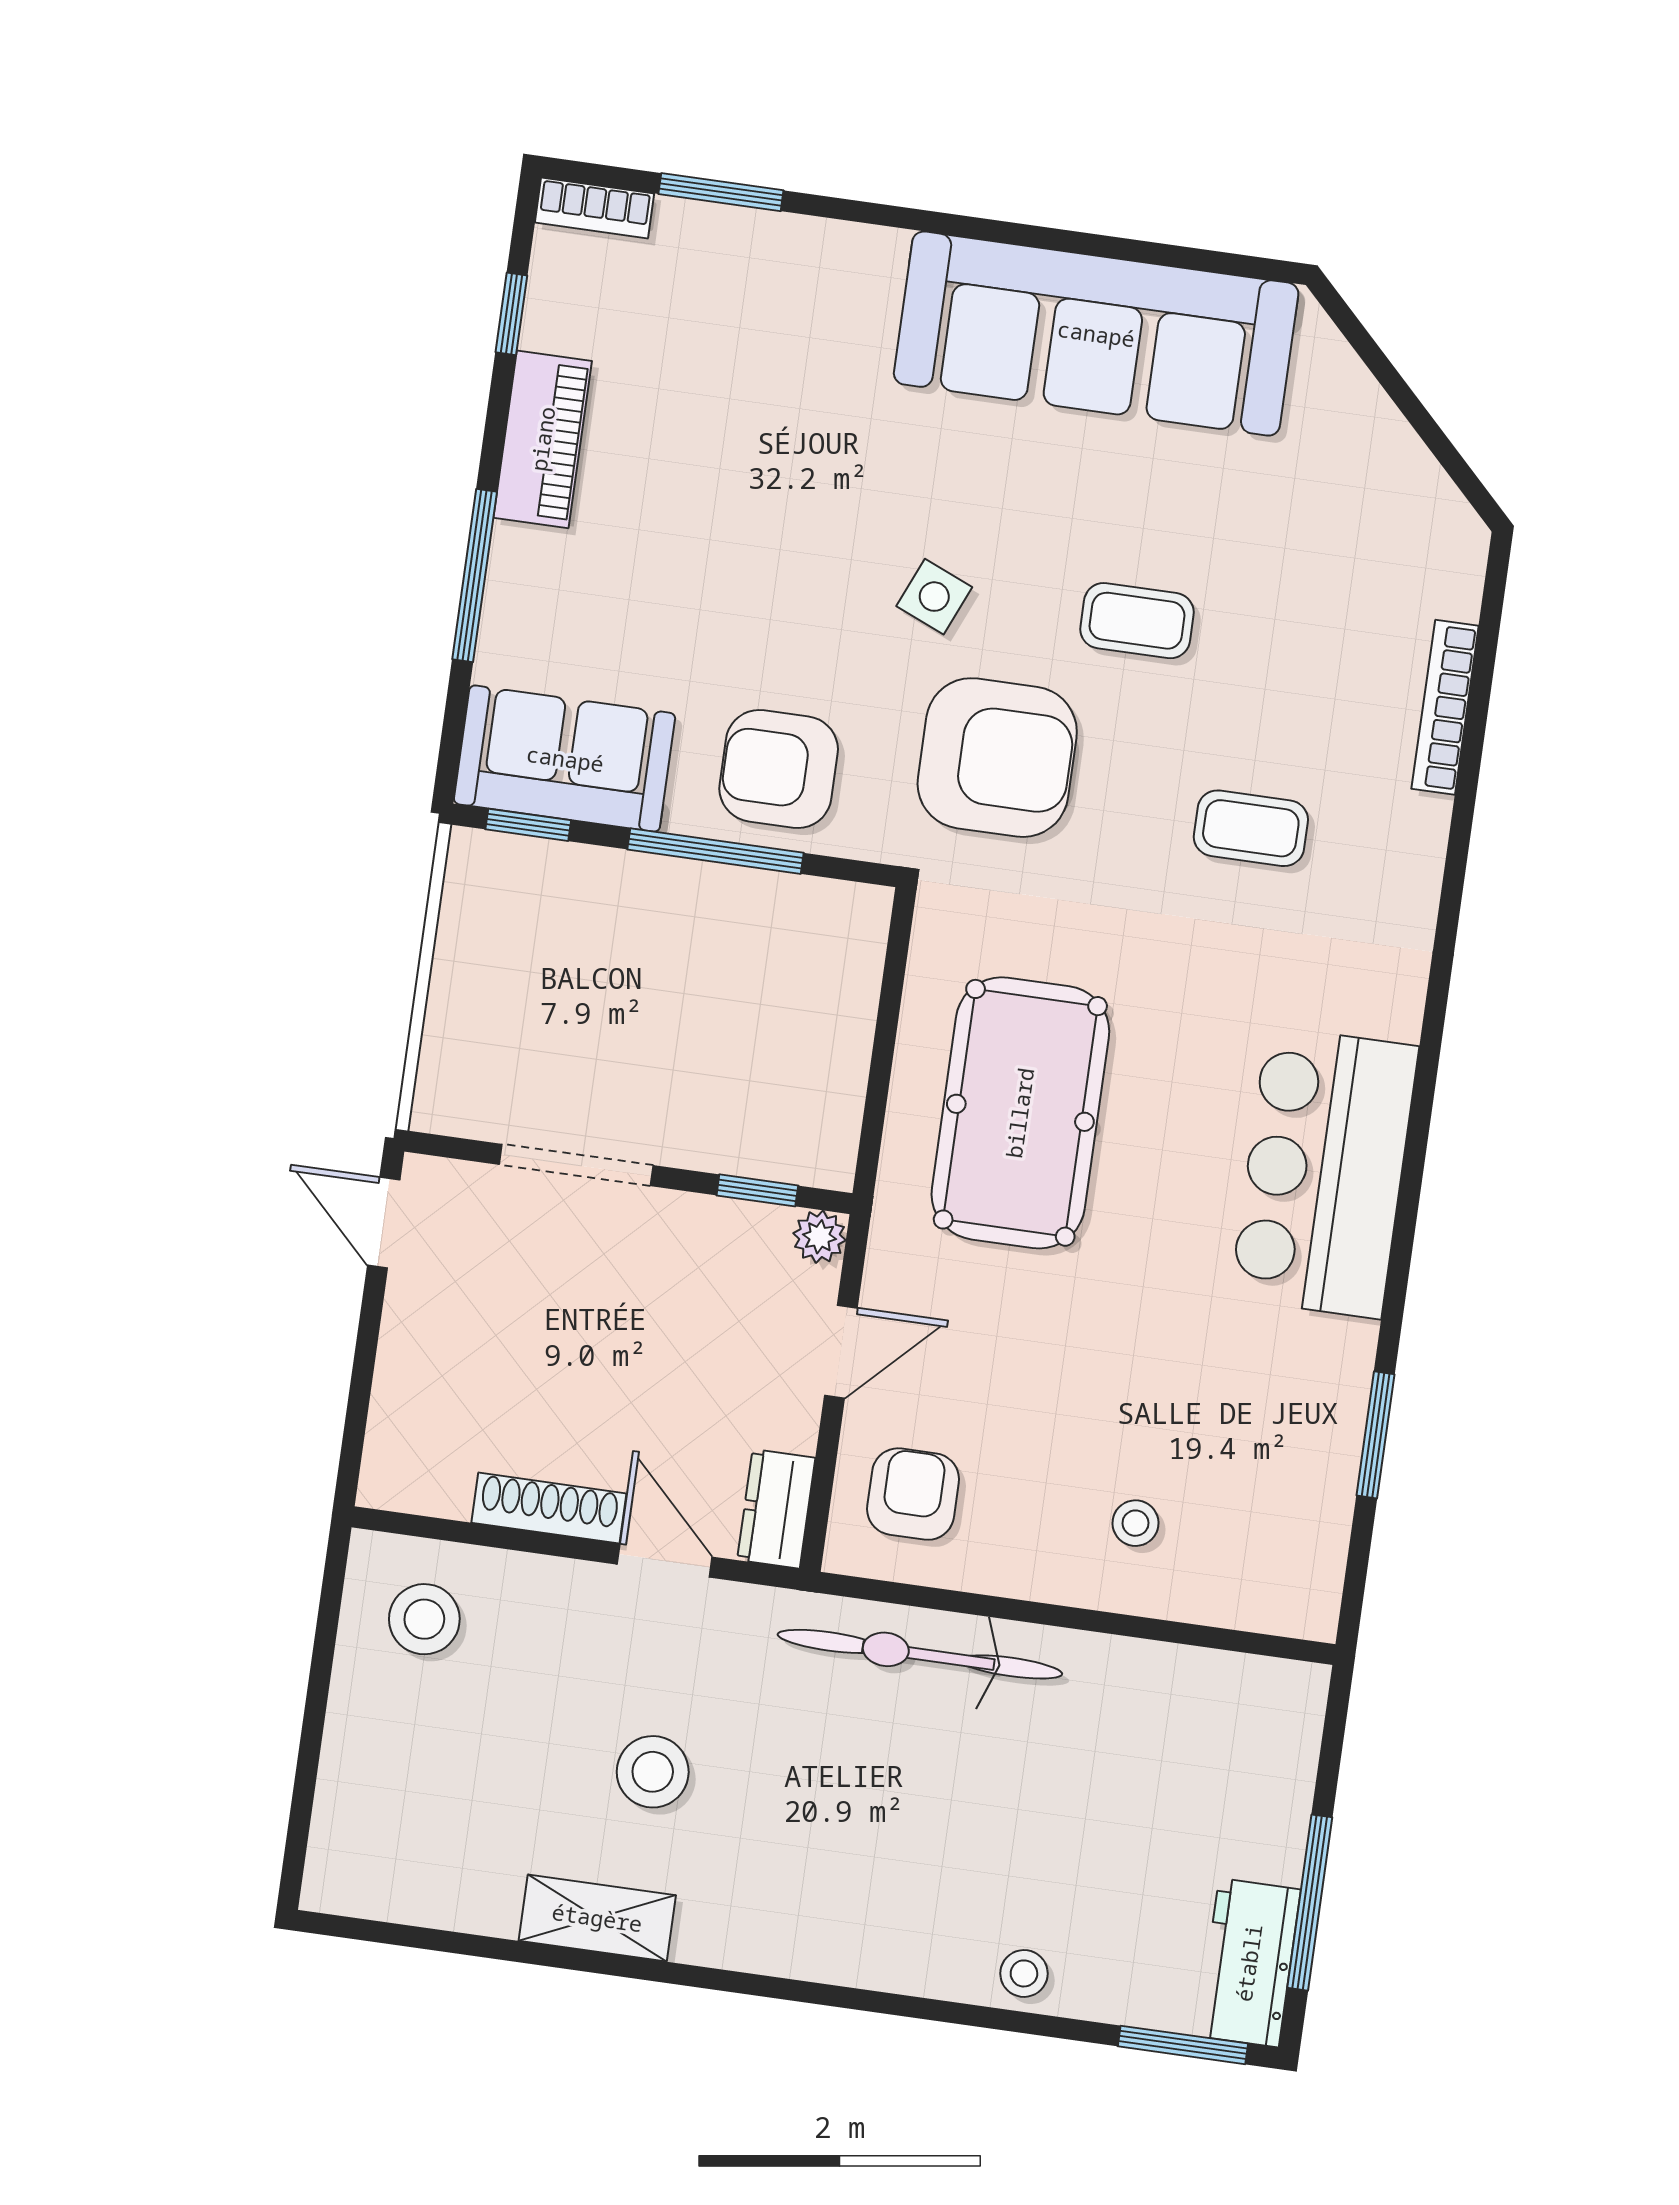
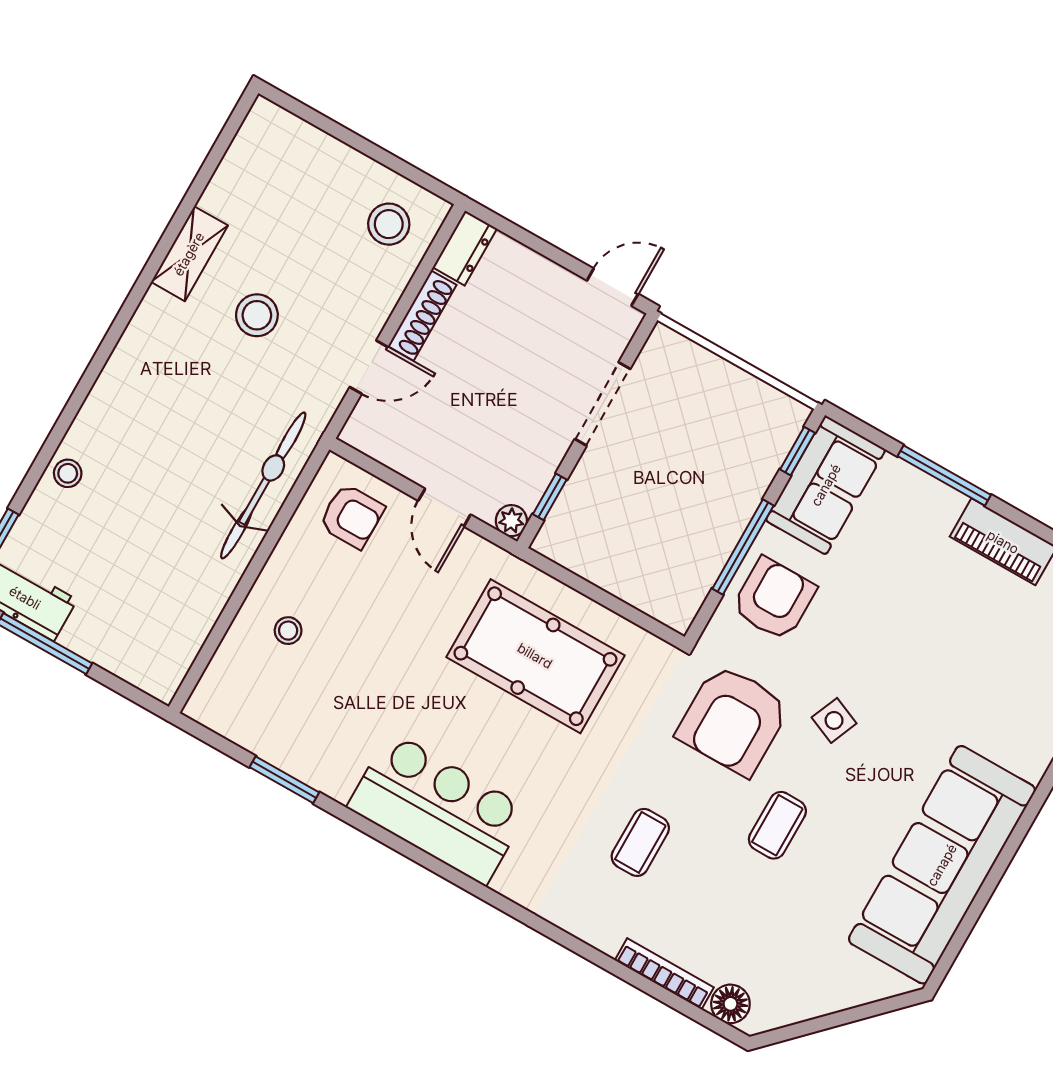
floor lamp: (1451, 583) -> (730, 1004), added
dresser: (776, 1509) -> (465, 248), moved, turned 90

